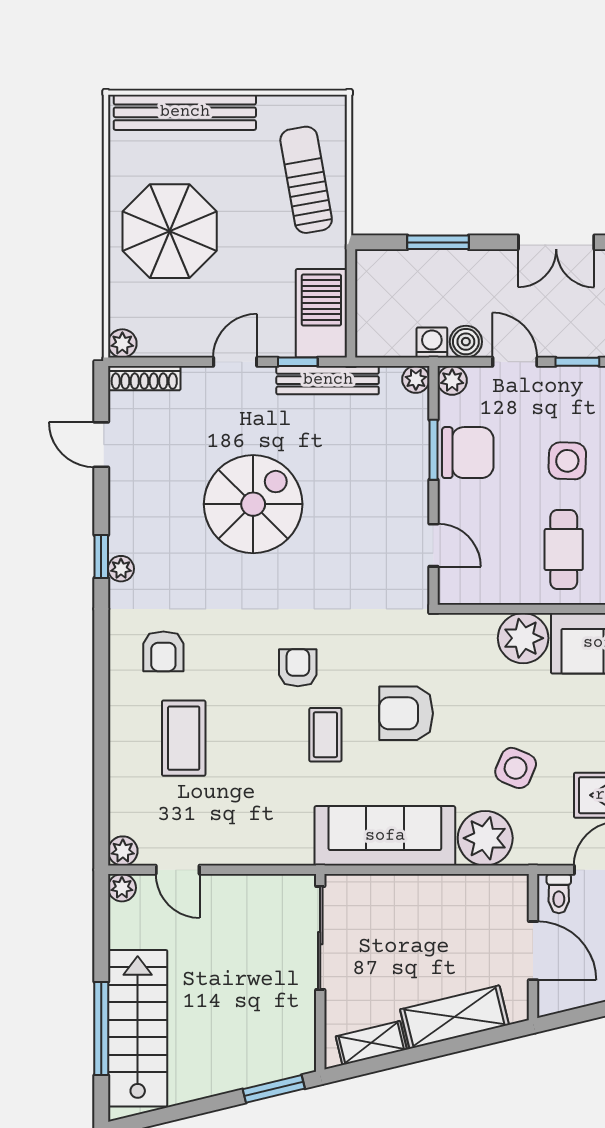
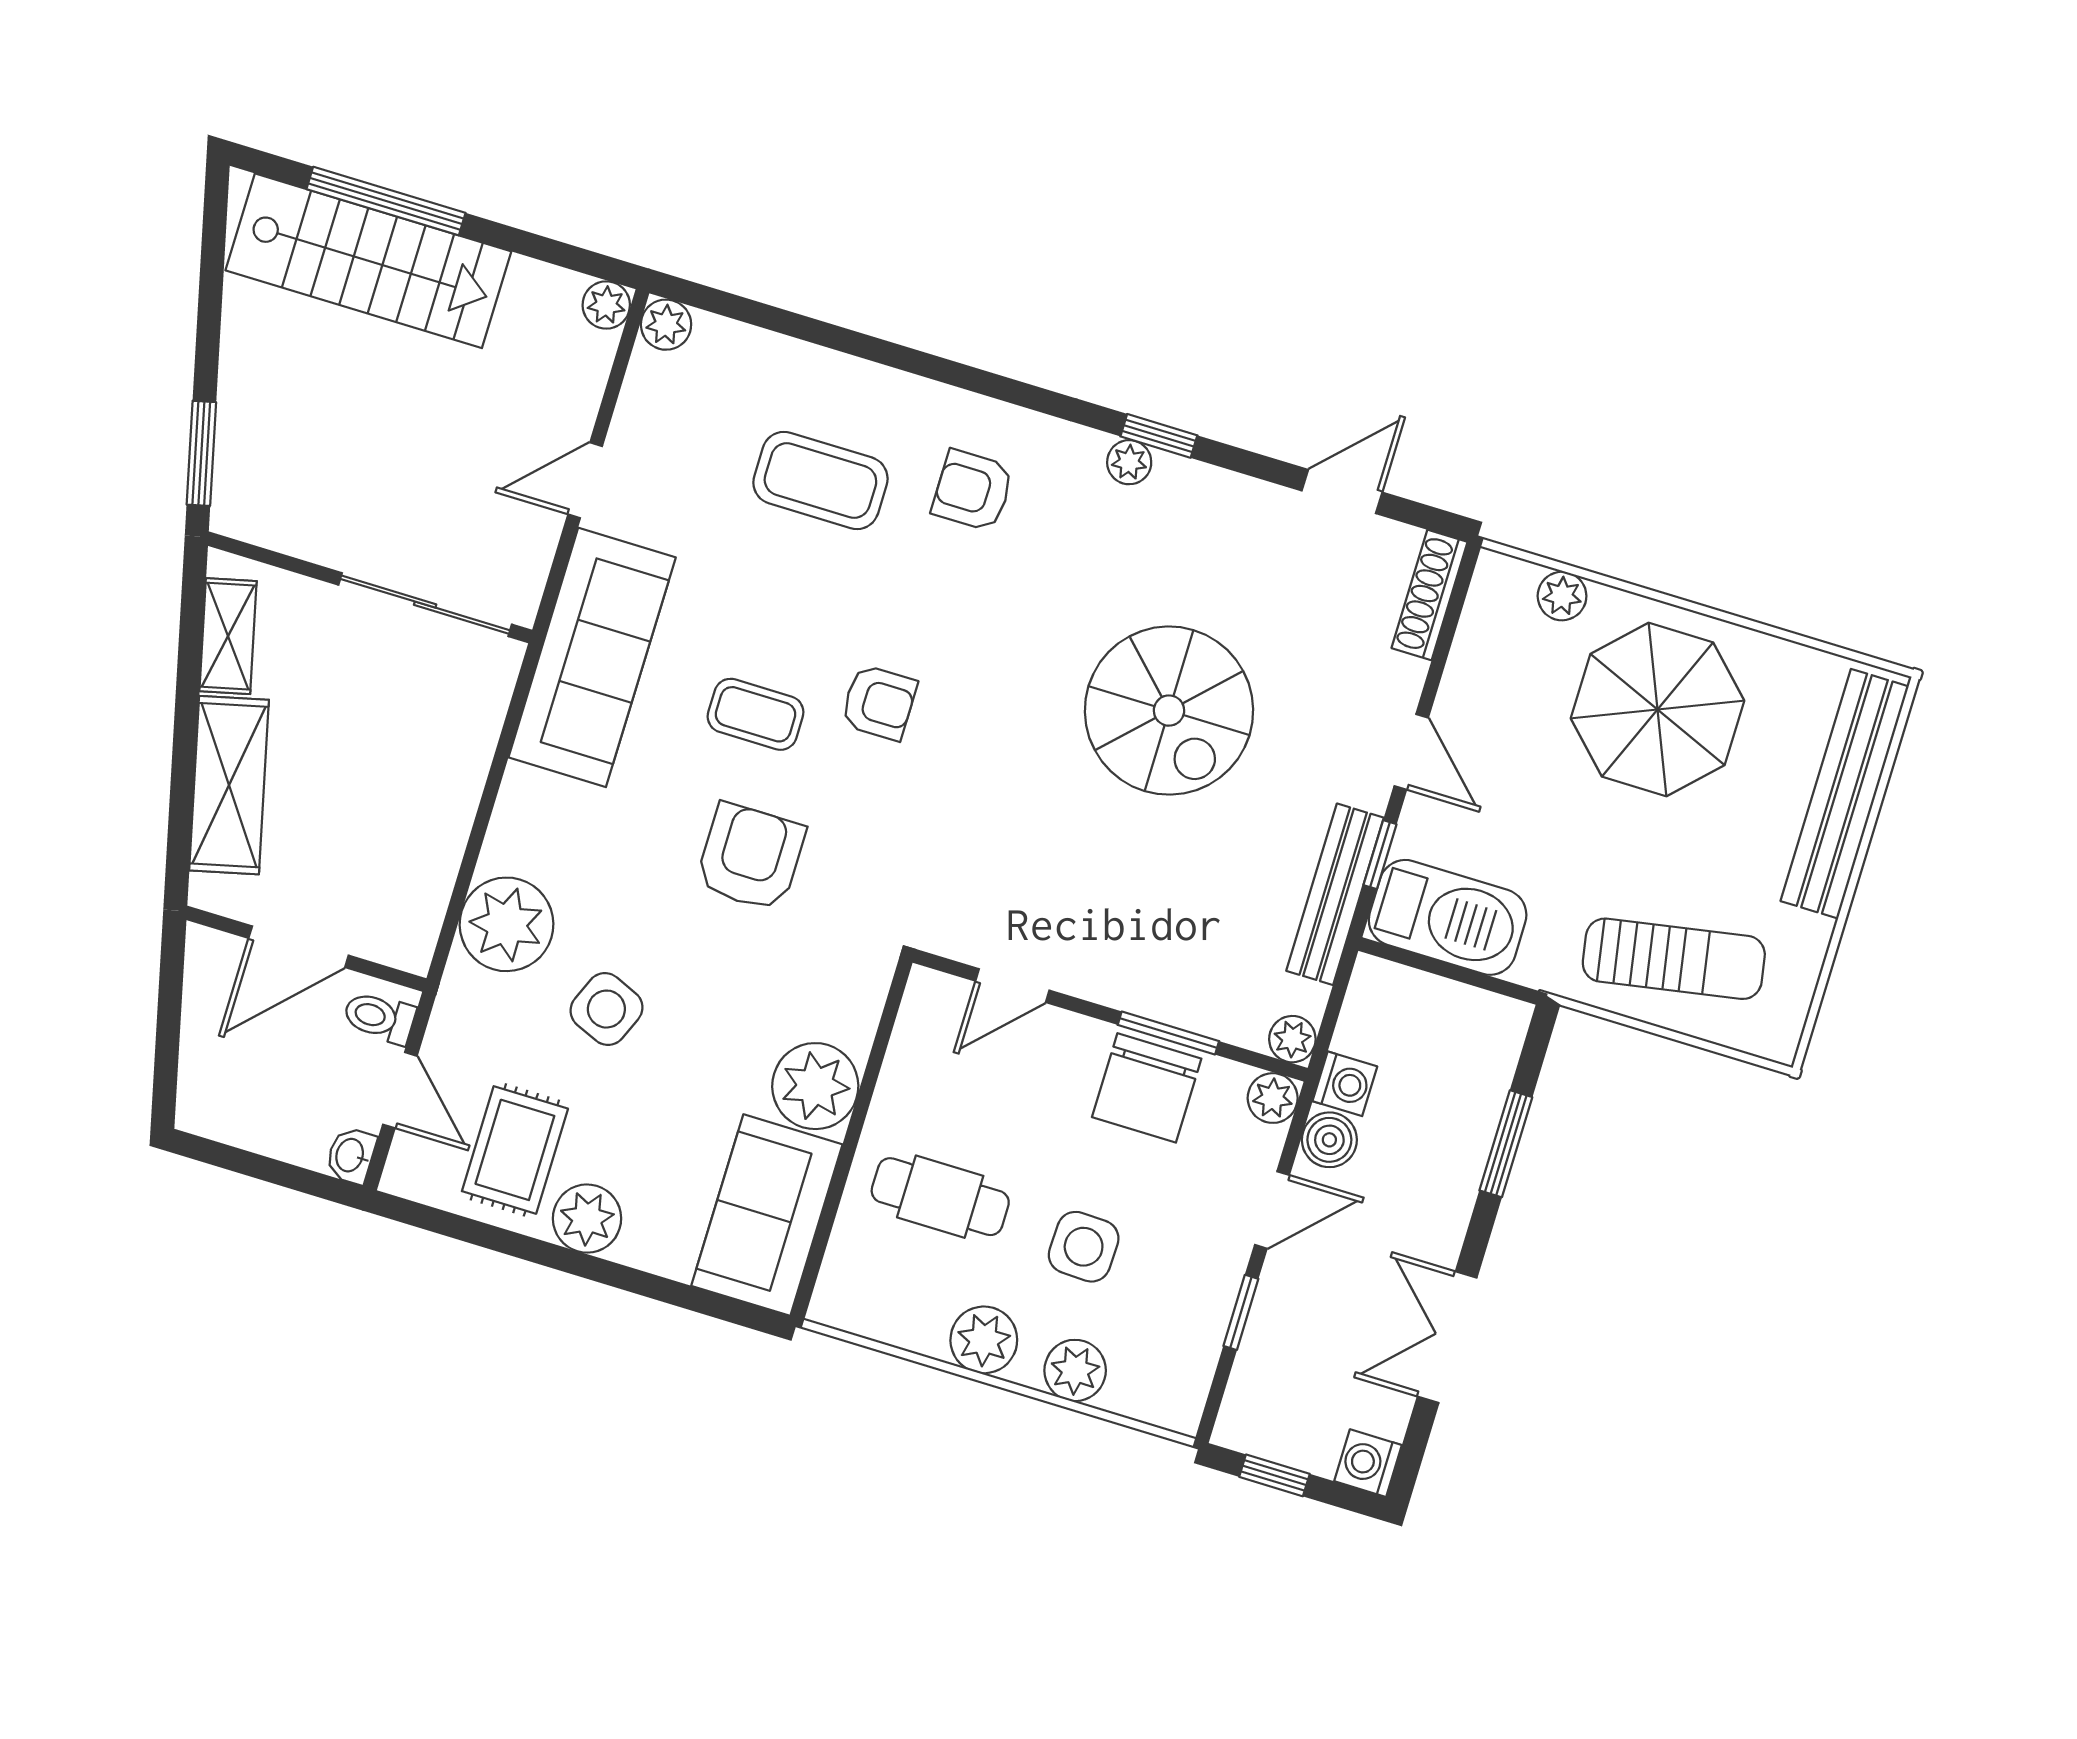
plant: (122, 343) -> (1562, 596), moved
sofa: (385, 836) -> (592, 657), moved
door: (178, 870) -> (585, 480), moved

